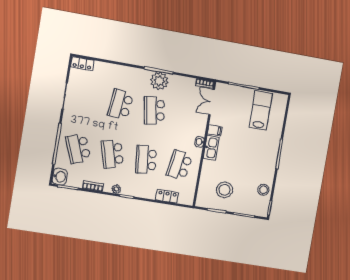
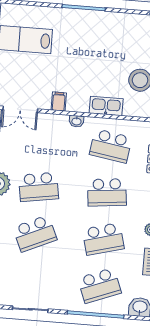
school desk: (121, 104) -> (35, 233), turned -30
kitchen sink: (211, 148) -> (106, 106), moved
stool: (263, 190) -> (136, 25), removed

